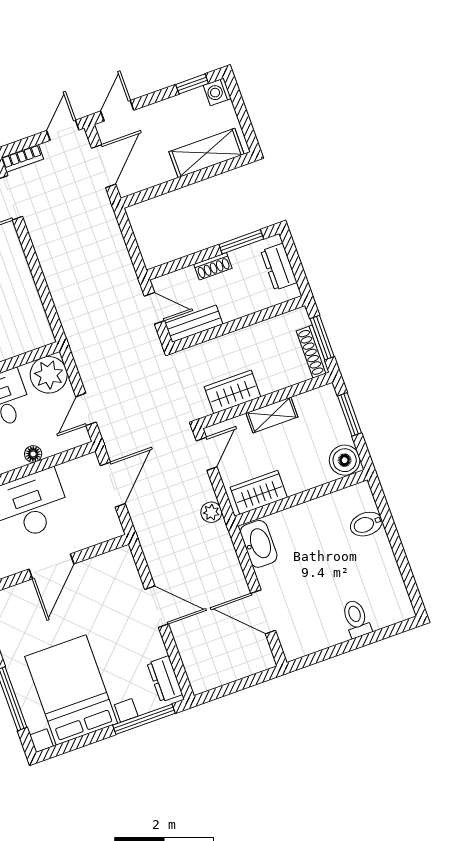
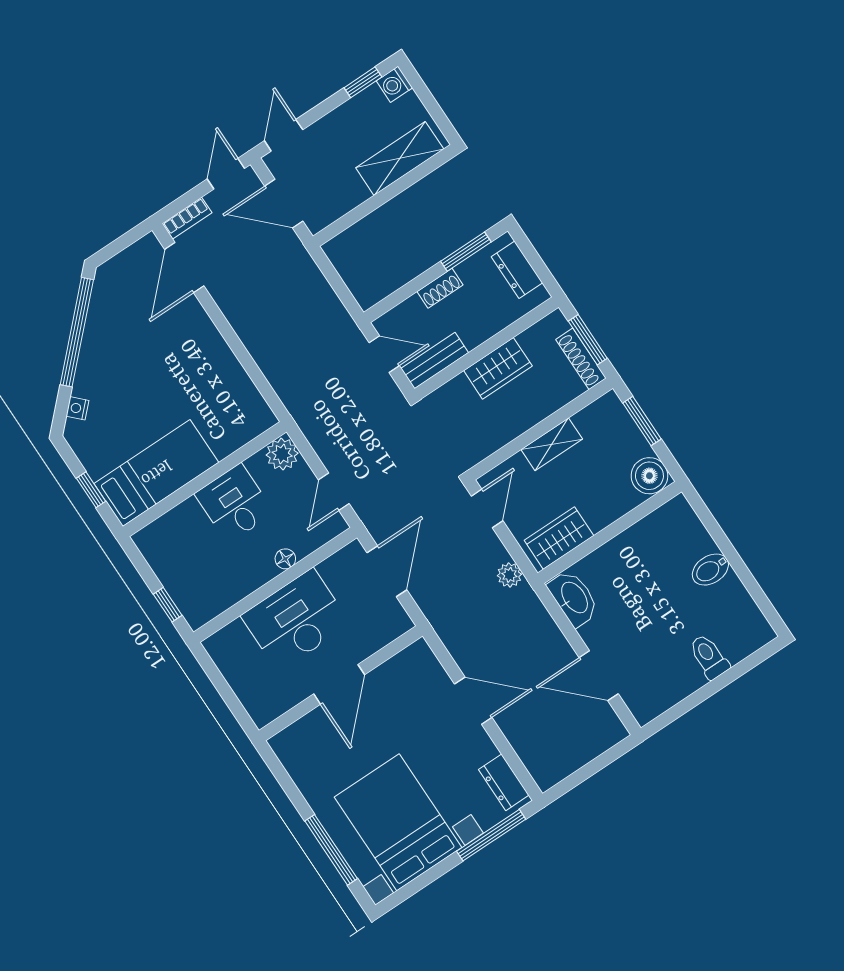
door: (104, 166) -> (284, 204), swing flipped
plant: (49, 375) -> (282, 454), width x0.73, depth x0.73
wardrobe: (233, 392) -> (498, 368), moved, turned 180
bidet: (366, 524) -> (710, 570), moved

